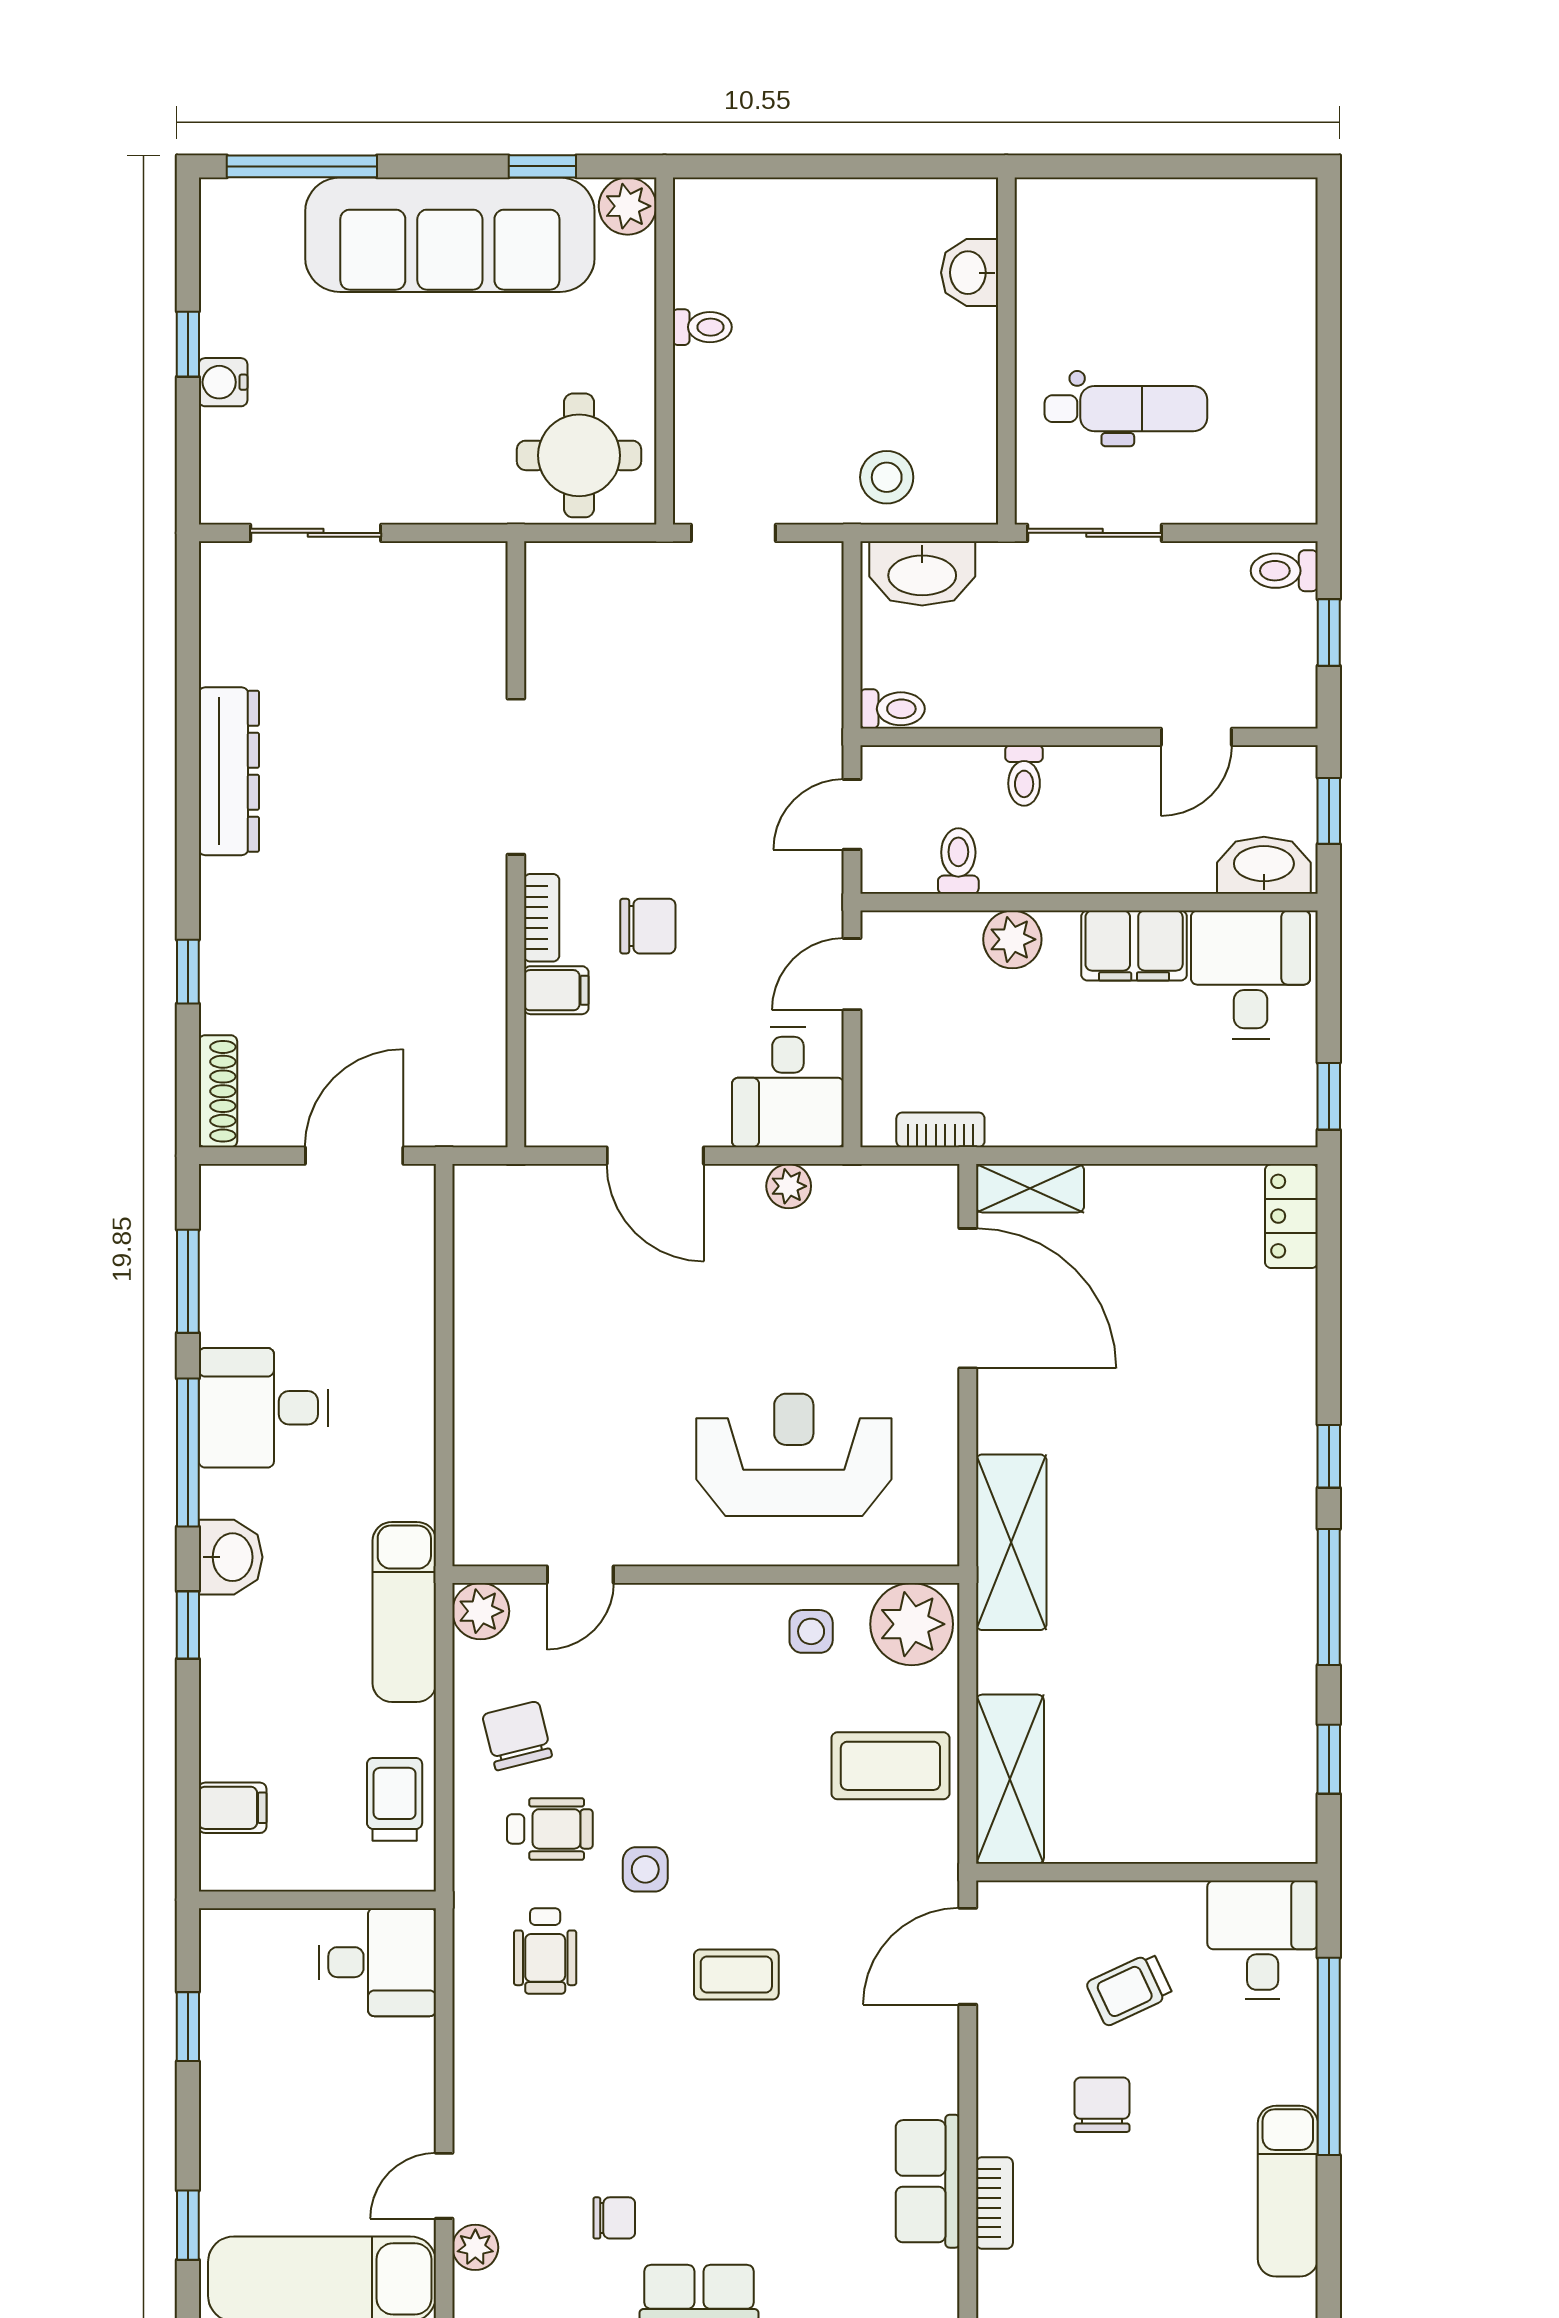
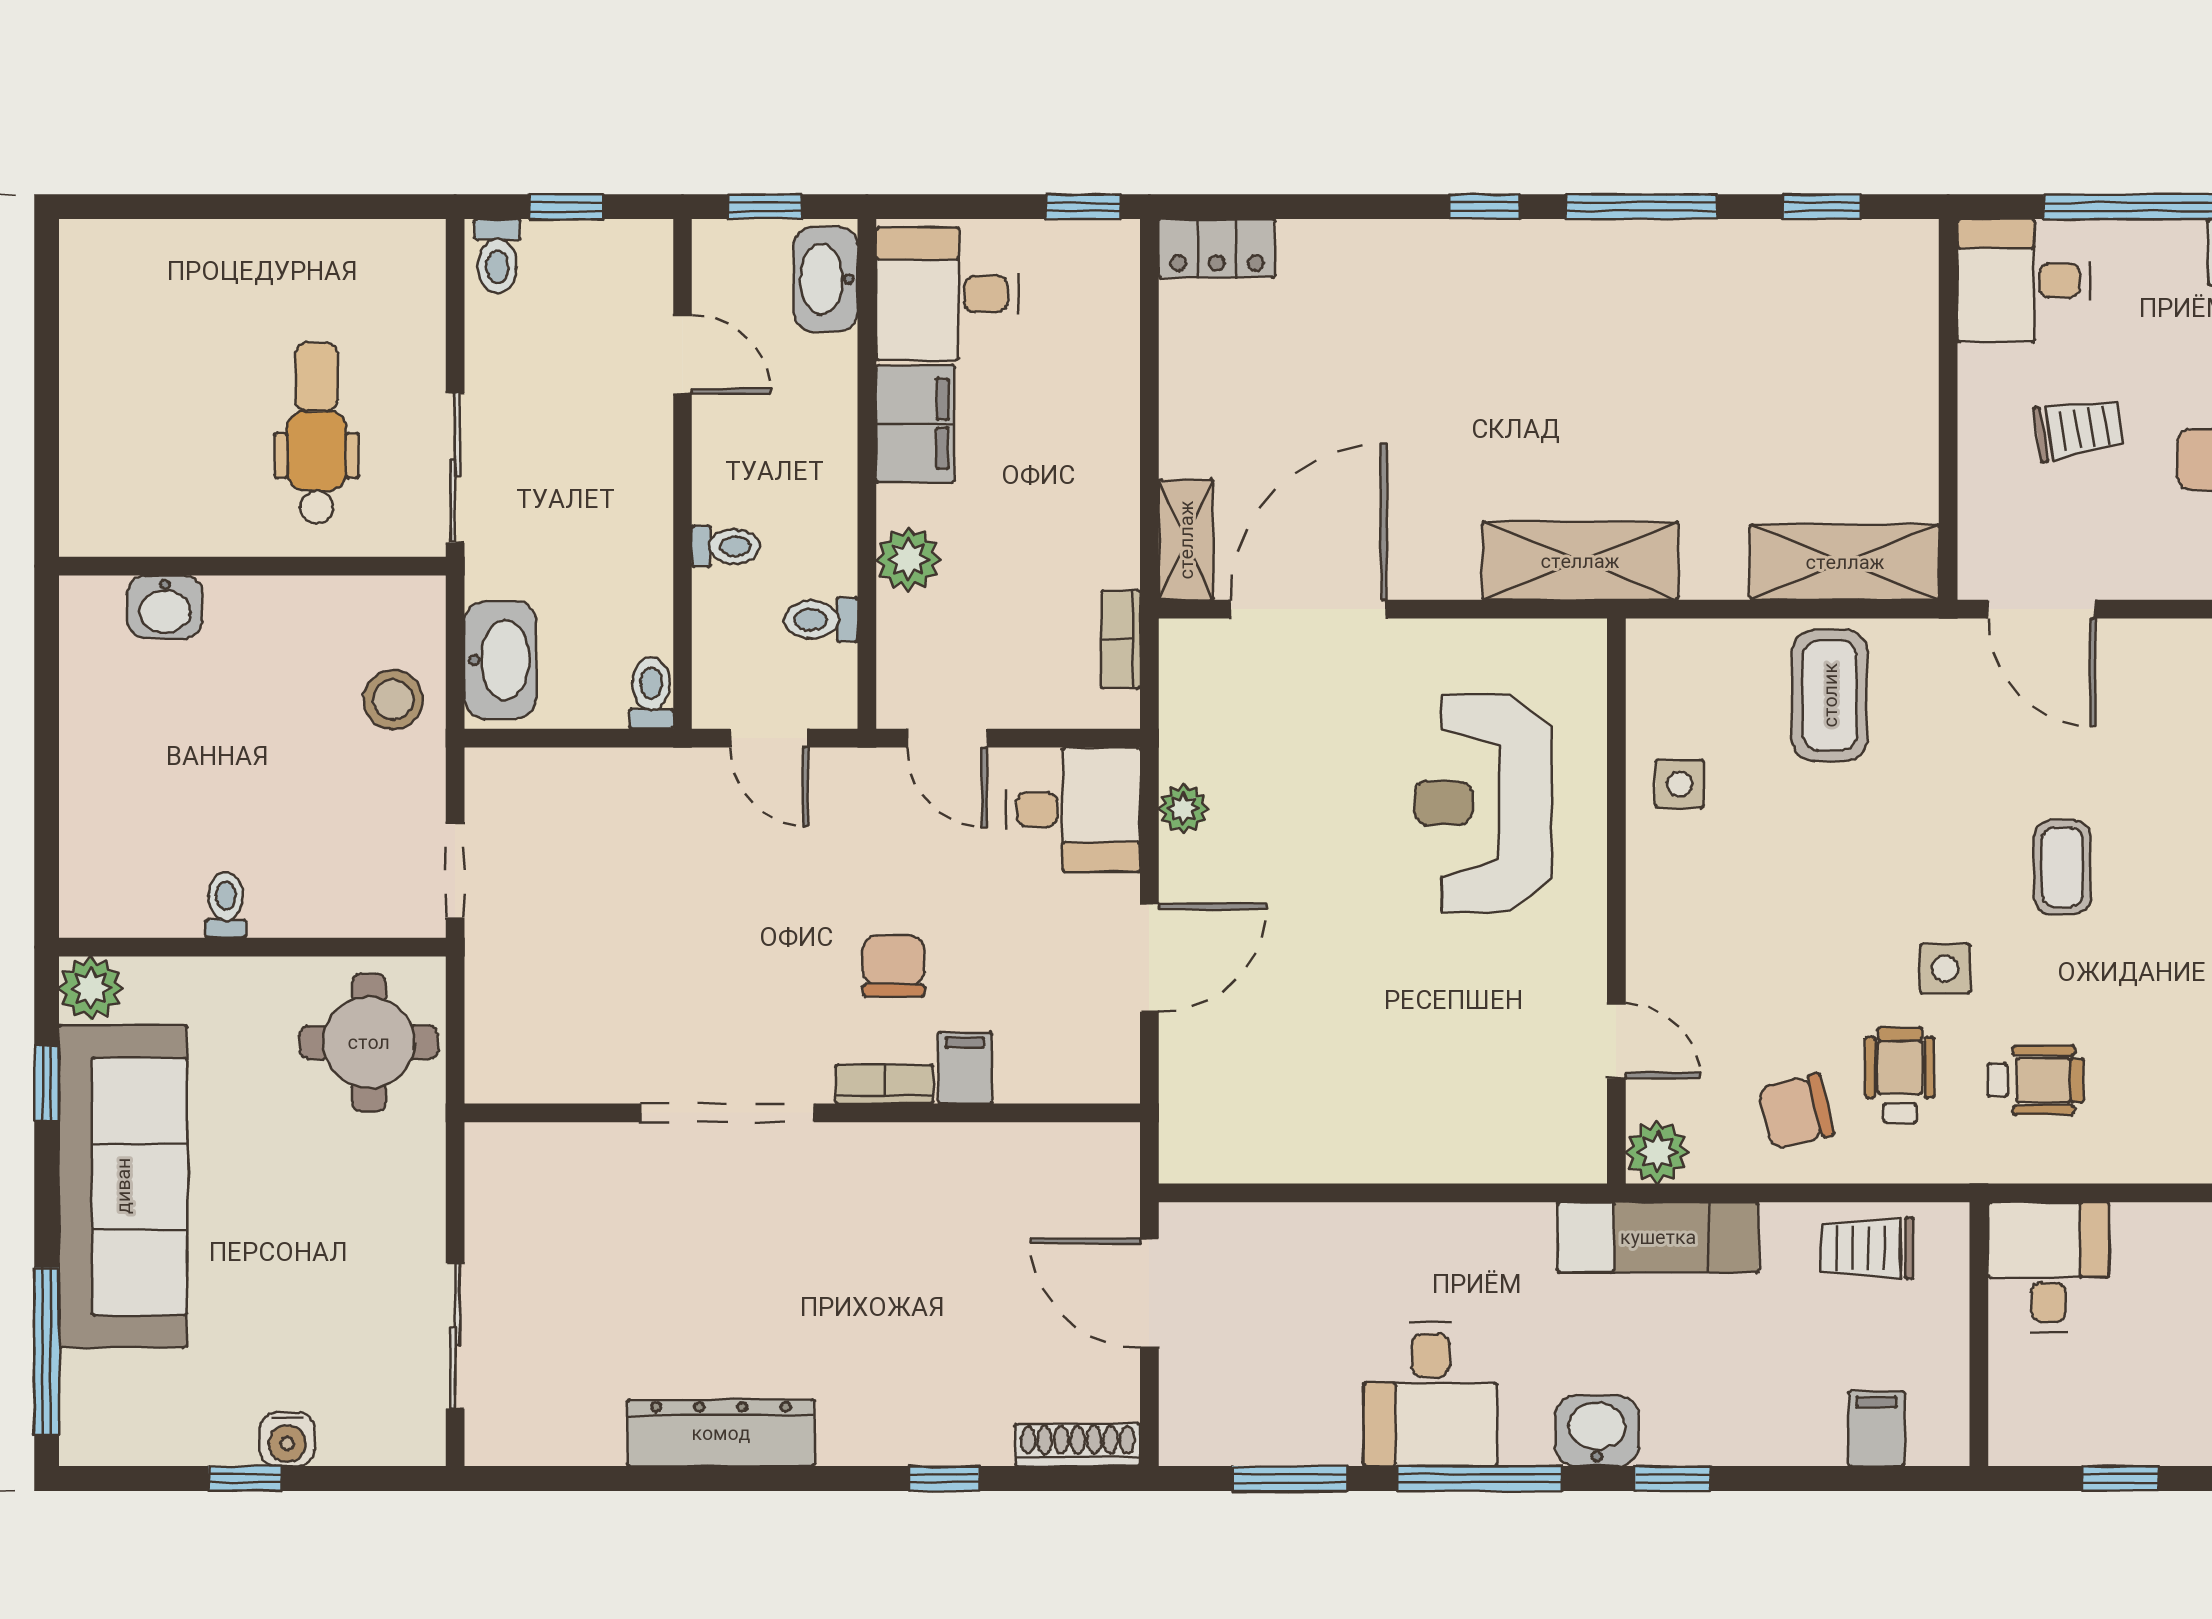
plant: (912, 1624) -> (1672, 672), removed
trolley: (1129, 1989) -> (2079, 429), turned -74

